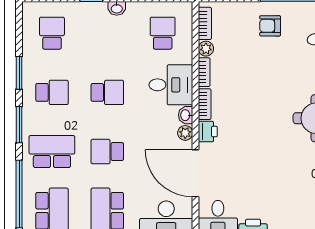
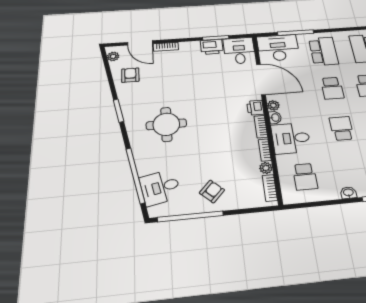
armchair: (270, 26) -> (212, 191), turned -47
school desk: (107, 92) -> (342, 128), turned 90
school desk: (107, 152) -> (332, 88), turned 90

